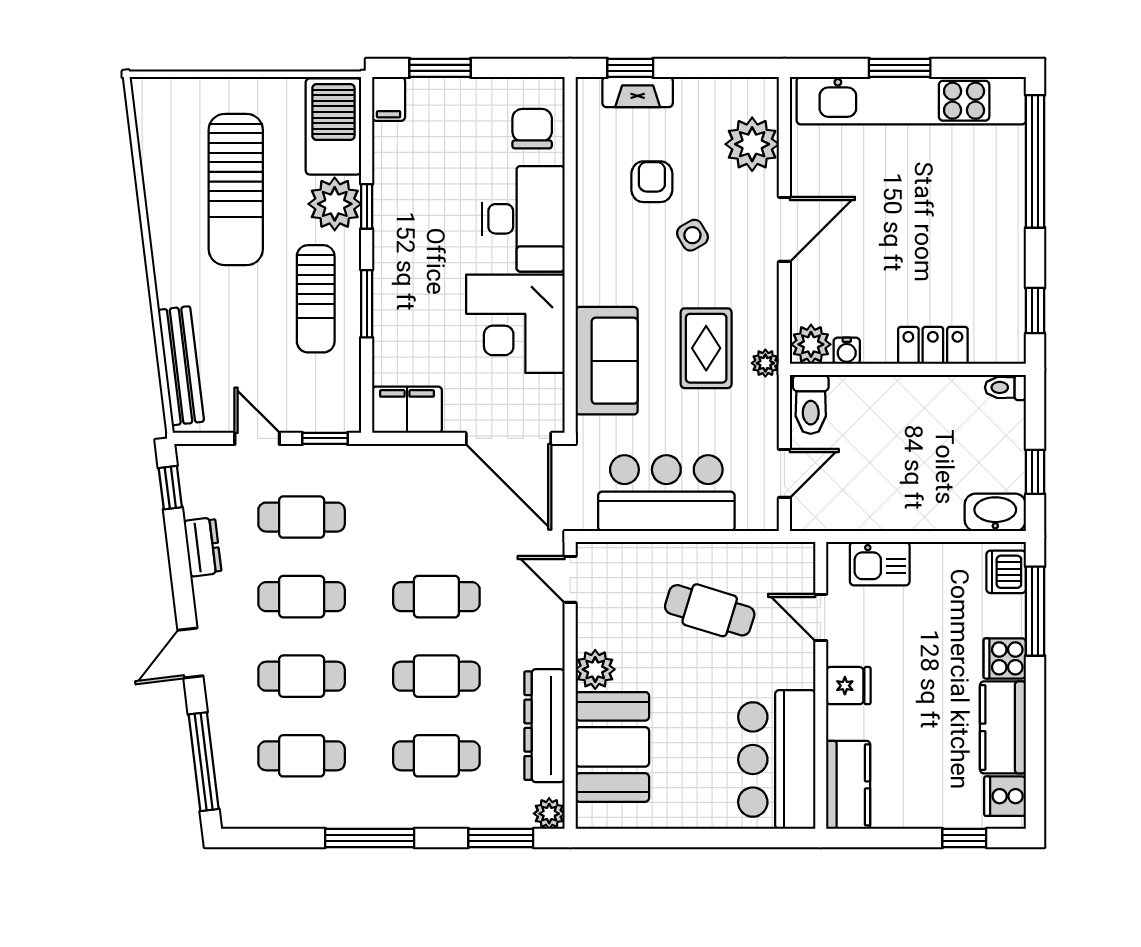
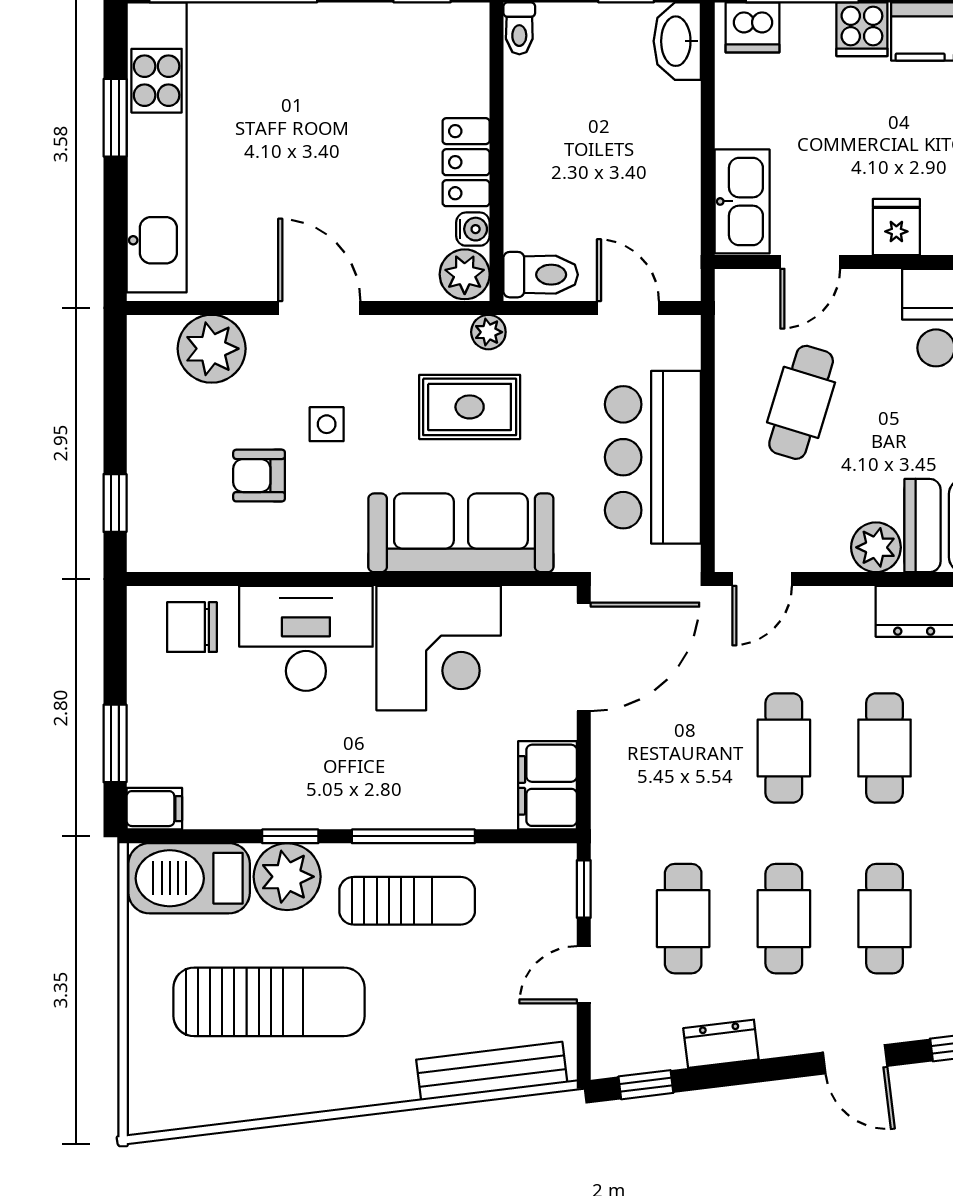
window: (900, 68) -> (115, 118), moved
fireplace: (638, 92) -> (146, 494), removed
side table: (692, 235) -> (327, 424), turned 30
window: (367, 304) -> (413, 836), width x1.44
locker: (933, 345) -> (466, 162), moved
sofa: (607, 361) -> (461, 533), width x1.36
kitchen sink: (880, 564) -> (742, 201), width x1.38

